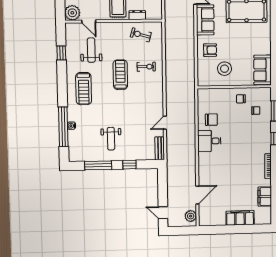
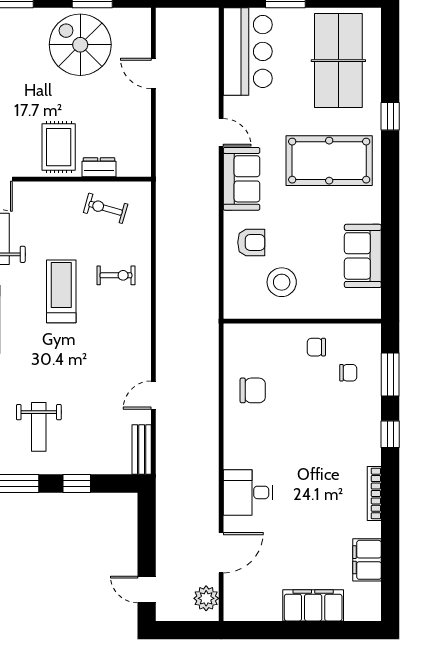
sofa: (262, 70) -> (363, 256), moved
desk: (209, 141) -> (248, 492), moved

